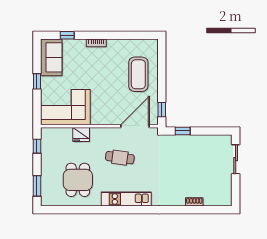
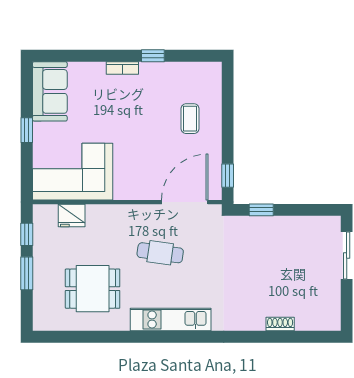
window: (67, 35) -> (153, 56), moved
coffee table: (138, 74) -> (190, 119), width x0.54, depth x0.58
fridge: (81, 134) -> (72, 215), moved
dining table: (78, 180) -> (93, 289), turned 90
window: (37, 186) -> (27, 273), moved

